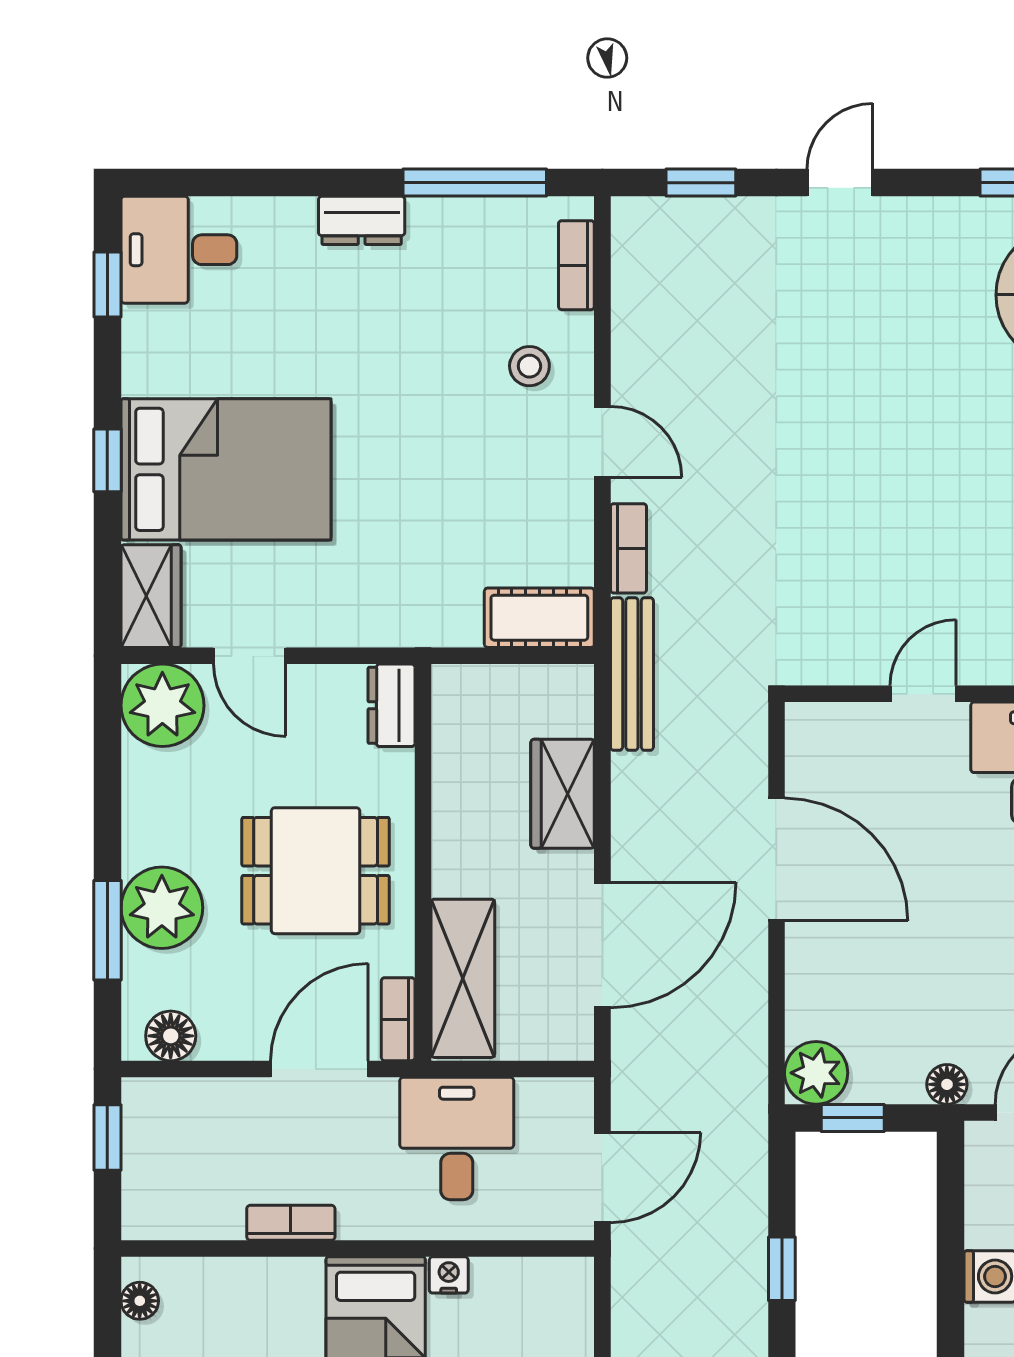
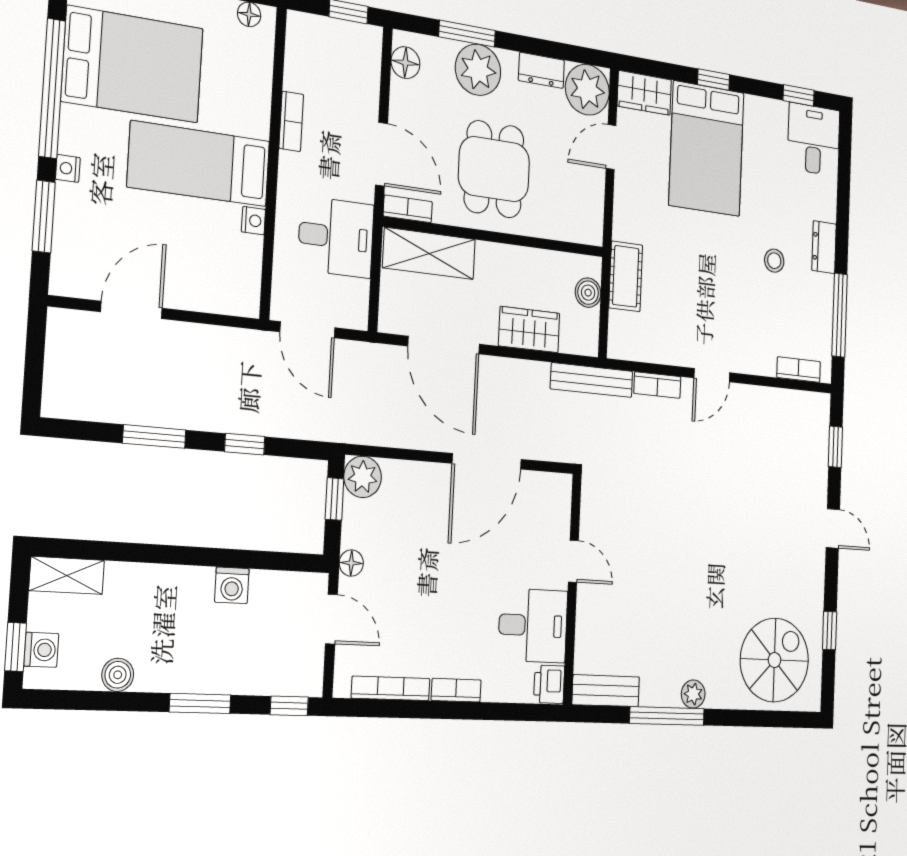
stool: (529, 366) -> (774, 261), moved
cot: (539, 618) -> (626, 276), moved
boiler: (492, 688) -> (588, 293), added
dresser: (391, 705) -> (541, 70), moved, turned 180

